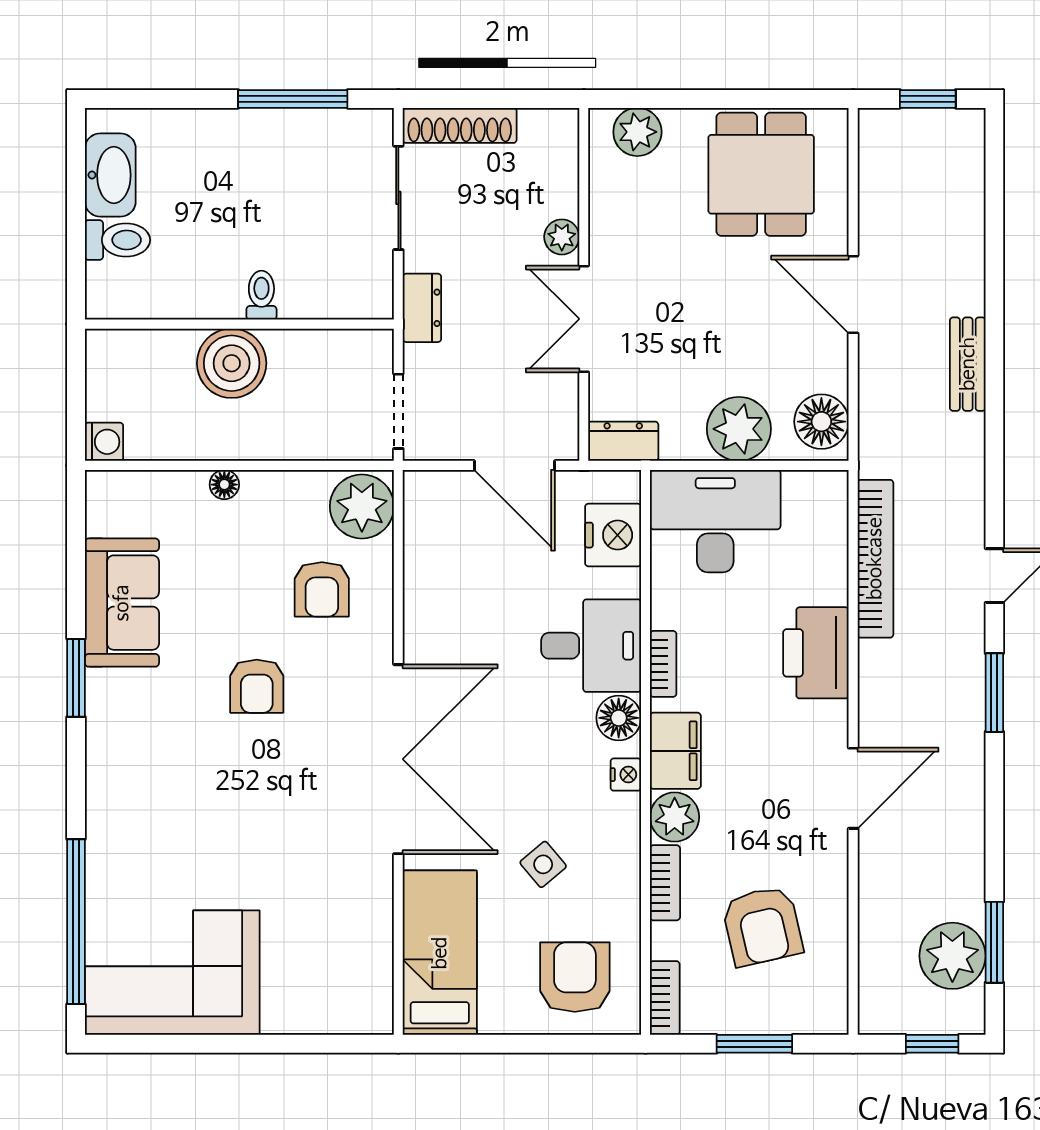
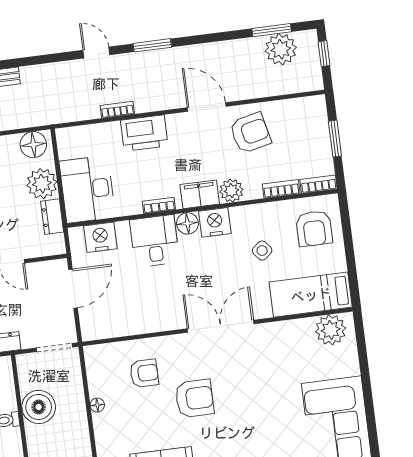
boiler: (232, 363) -> (39, 407), moved
dresser: (623, 441) -> (52, 217), moved
floor lamp: (224, 485) -> (97, 405), moved
plant: (362, 506) -> (331, 330), moved
bookcase: (875, 559) -> (117, 110), width x0.43, depth x0.76
armchair: (257, 686) -> (194, 398), width x1.38, depth x1.38
double door: (398, 759) -> (221, 326), width x0.73
nightstand: (626, 775) -> (215, 222), width x1.89, depth x1.79
bookcase: (665, 883) -> (281, 189), moved
armchair: (762, 926) -> (250, 133), moved
armchair: (575, 977) -> (314, 228), turned -90

